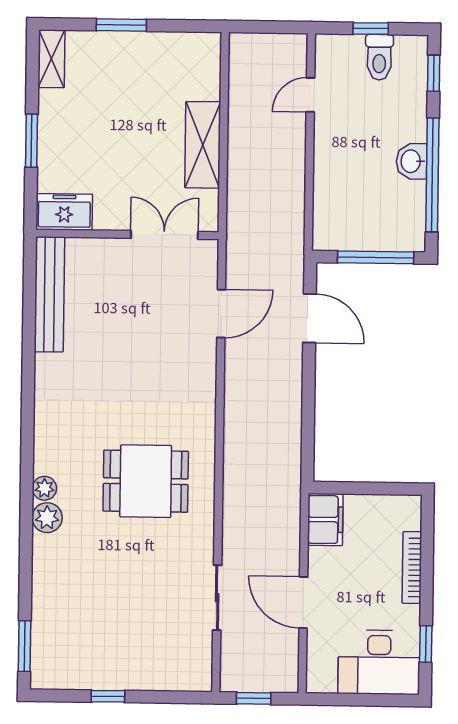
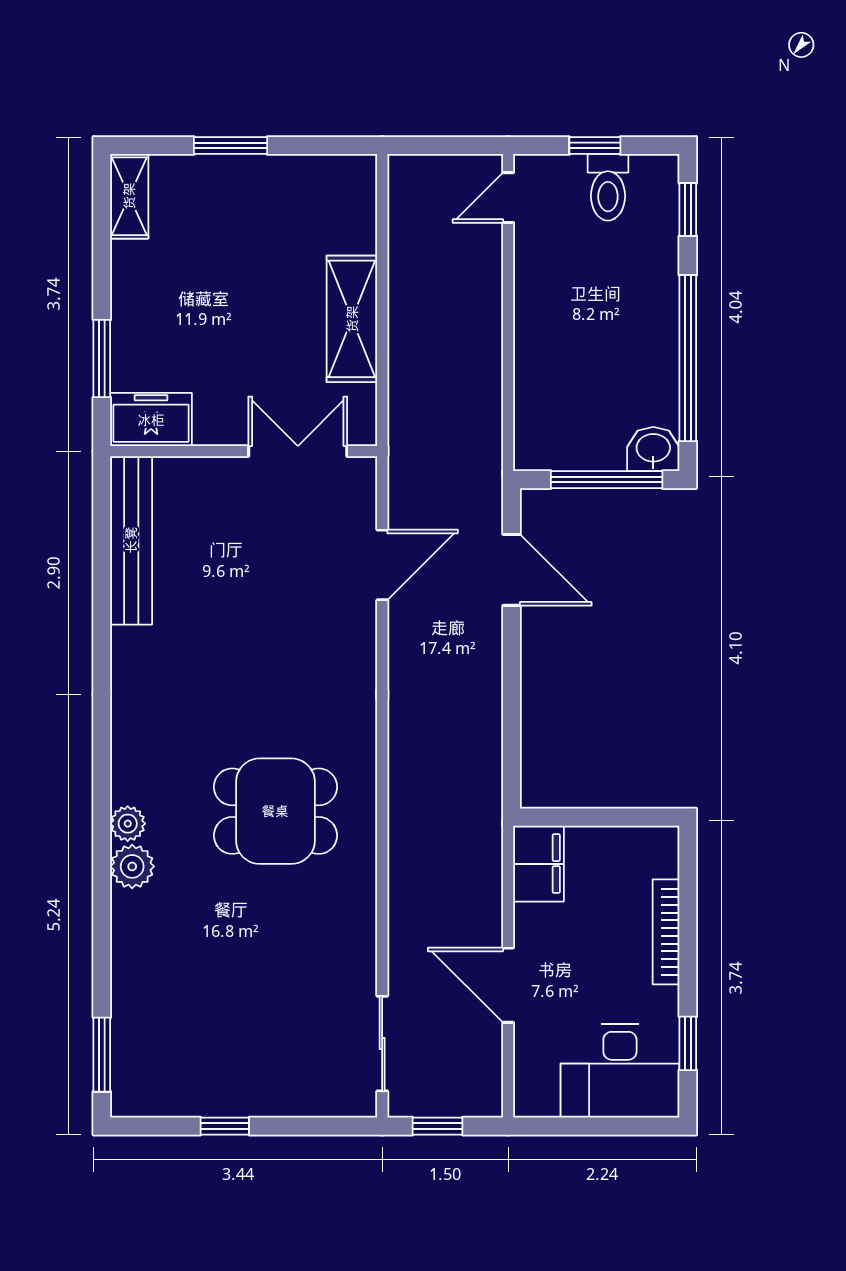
door: (310, 95) -> (508, 198), moved
window: (32, 141) -> (102, 358), moved
washbasin: (412, 161) -> (653, 449), moved, turned 90
sliding door: (217, 598) -> (382, 1044), moved

